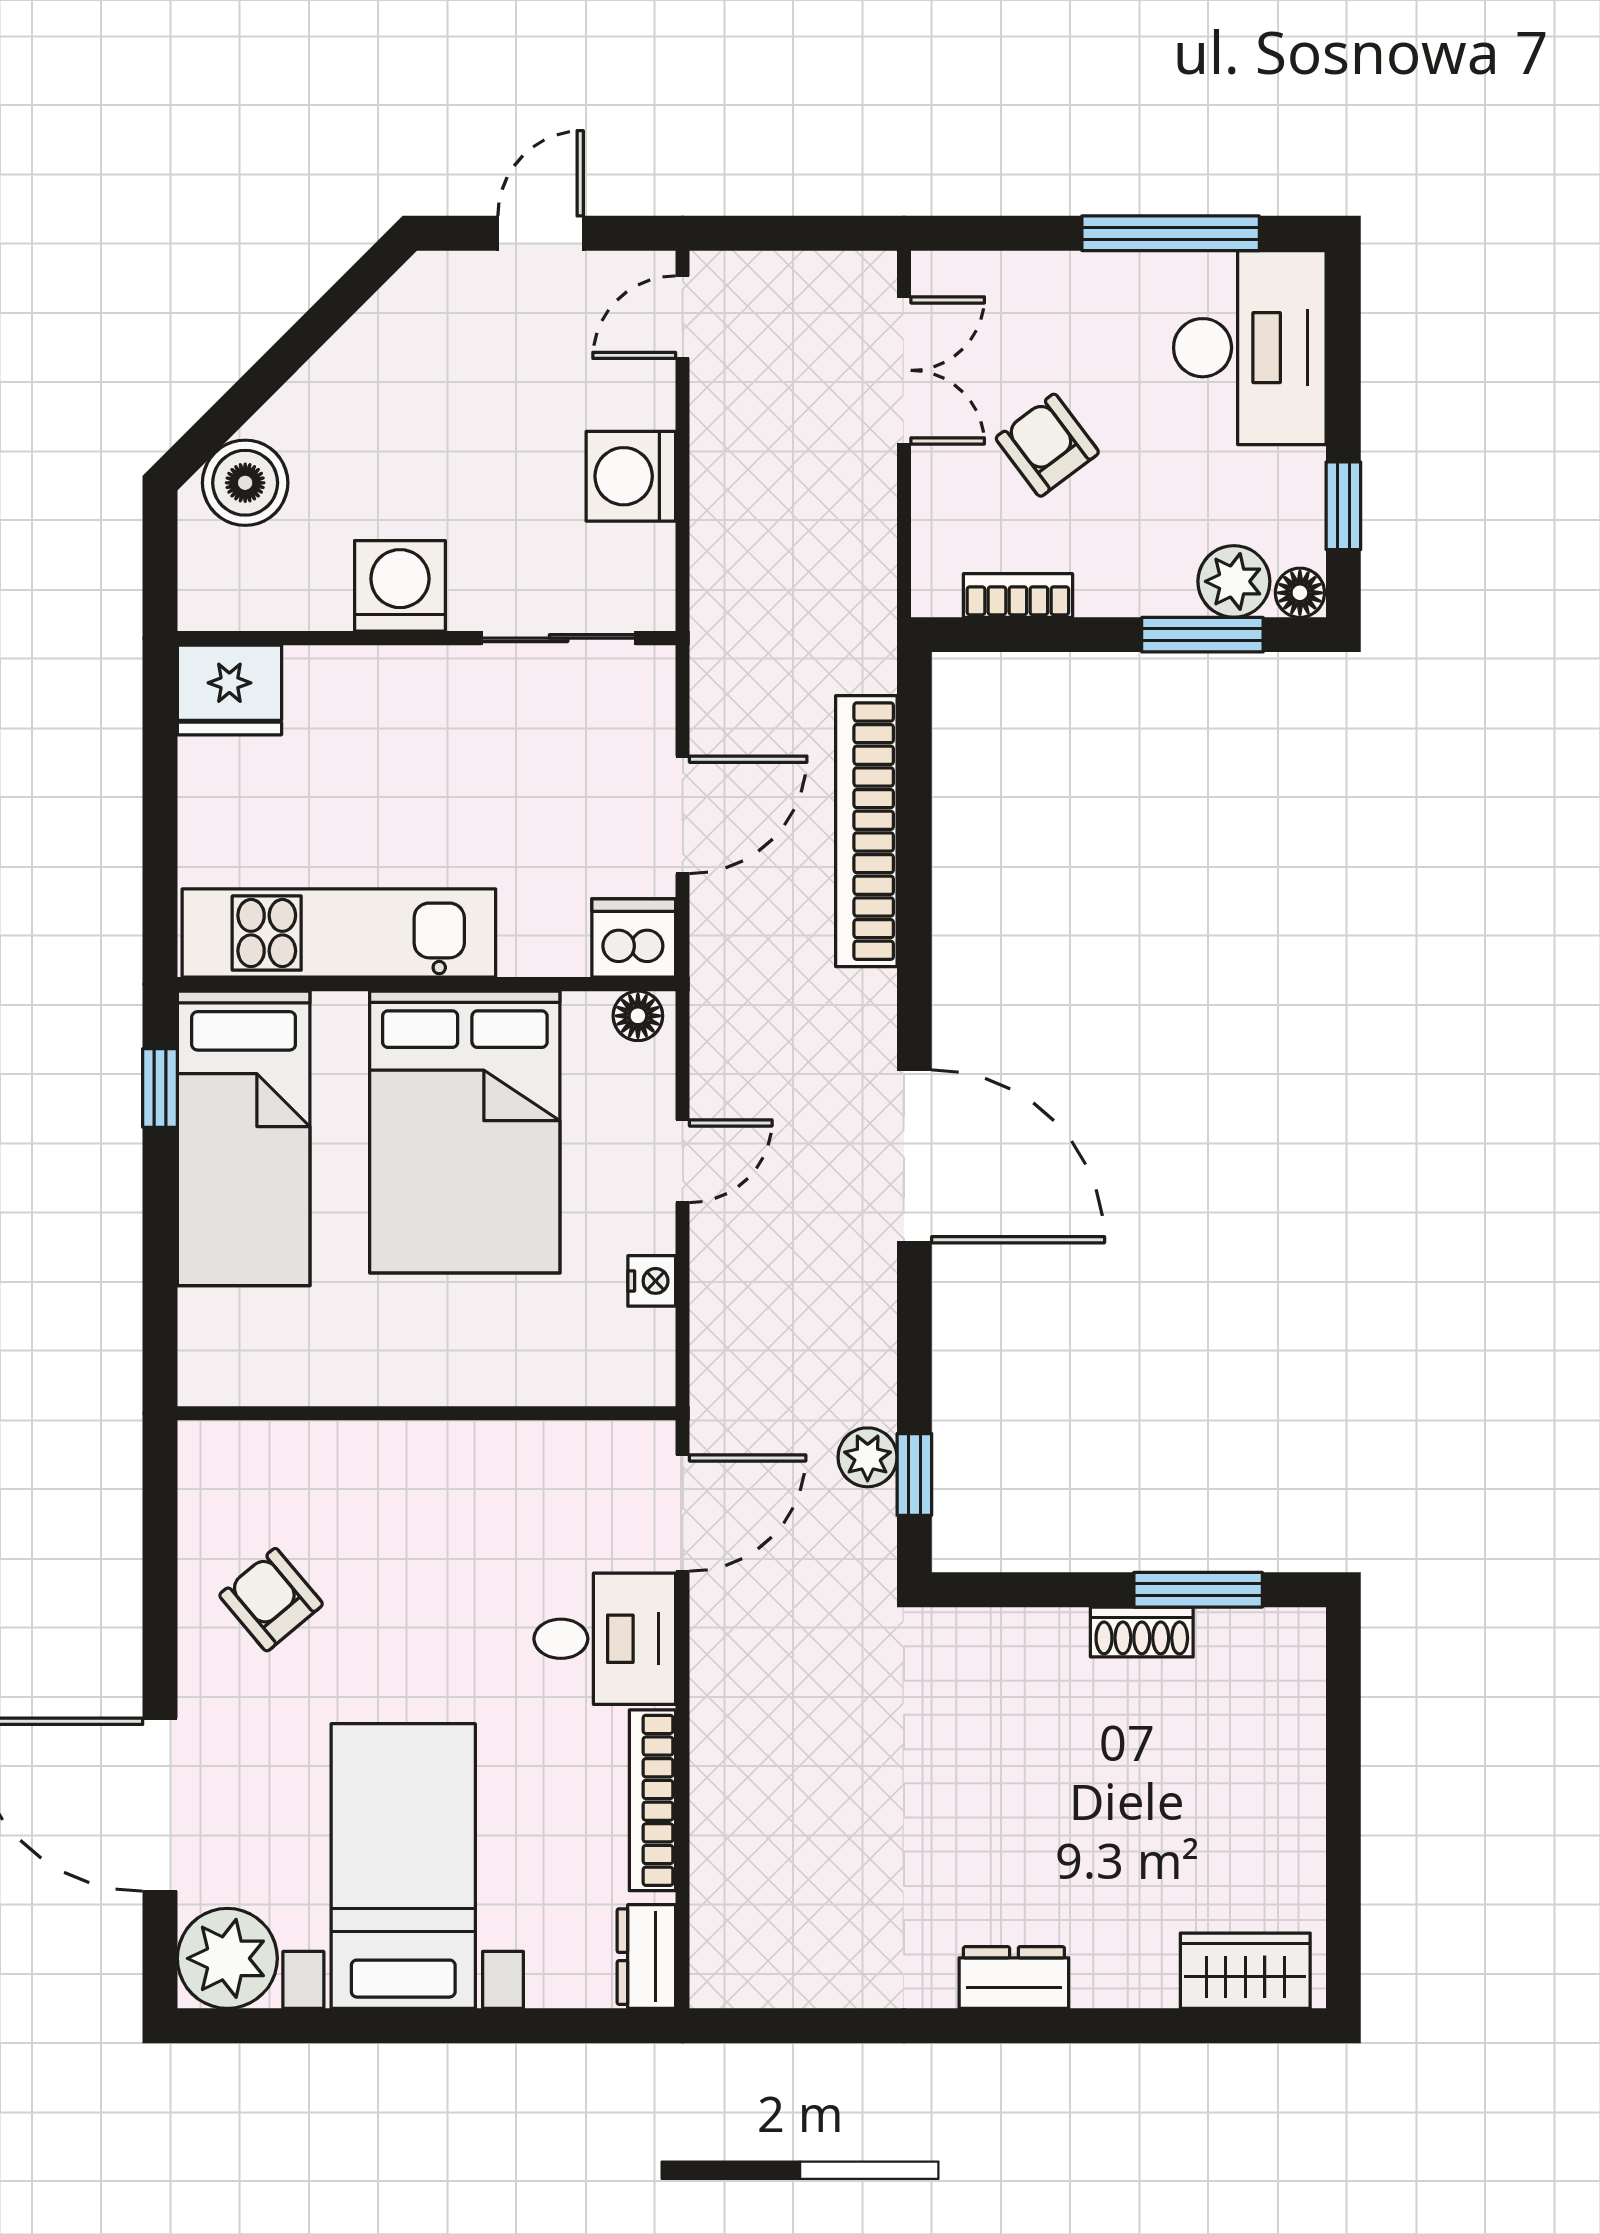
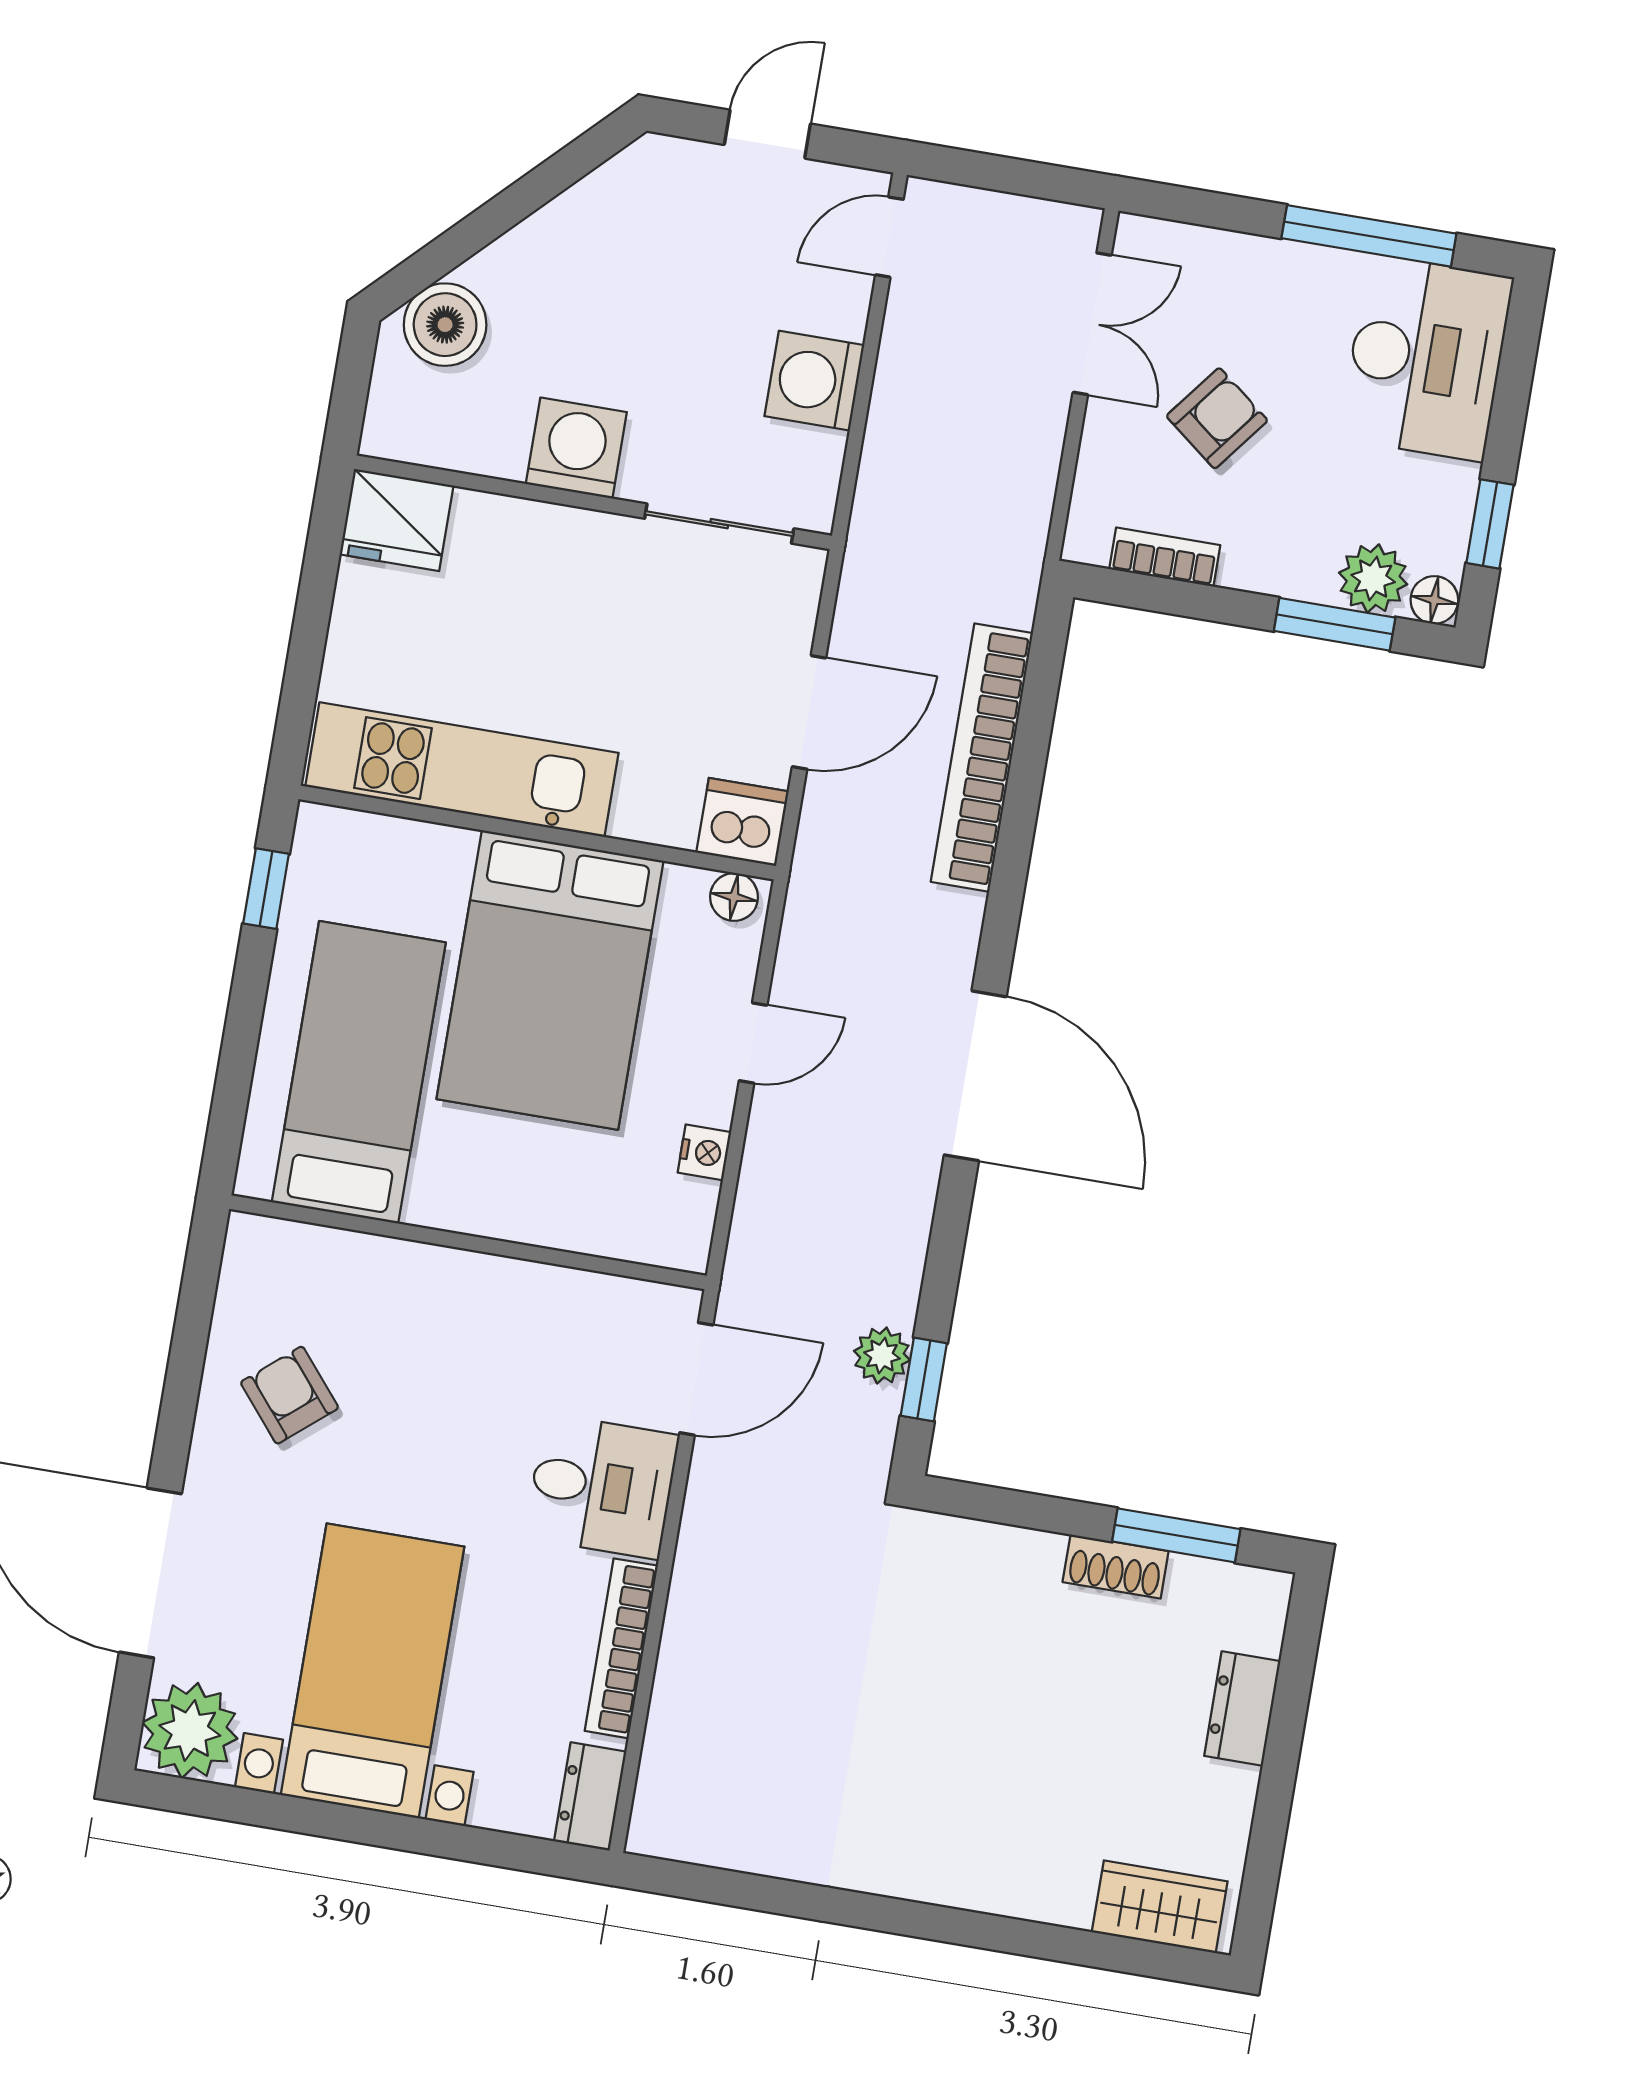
armchair: (1047, 445) -> (1217, 418), turned 75
bed: (244, 1138) -> (359, 1072), moved, turned 180
dresser: (1014, 1978) -> (1242, 1708), moved, turned -90

